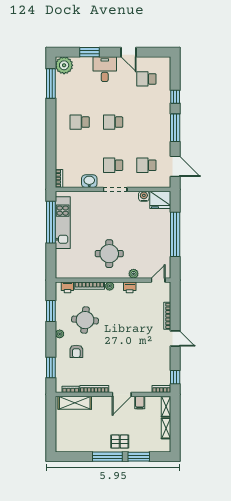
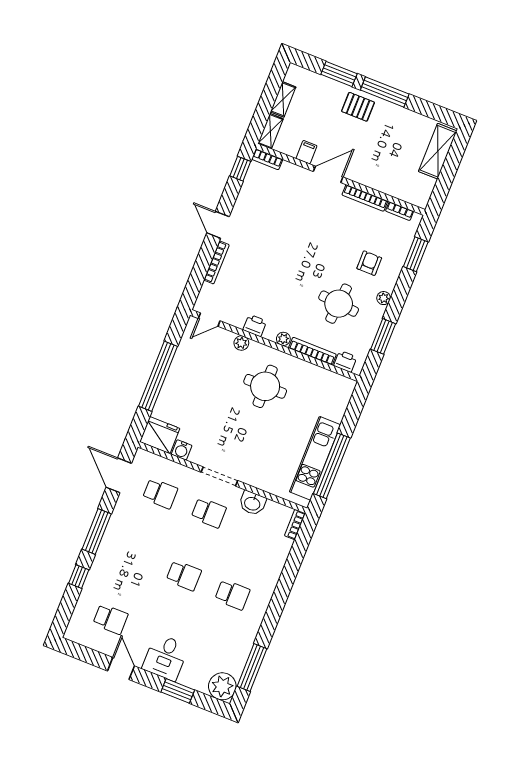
shelving: (75, 403) -> (438, 151), moved, turned 90

